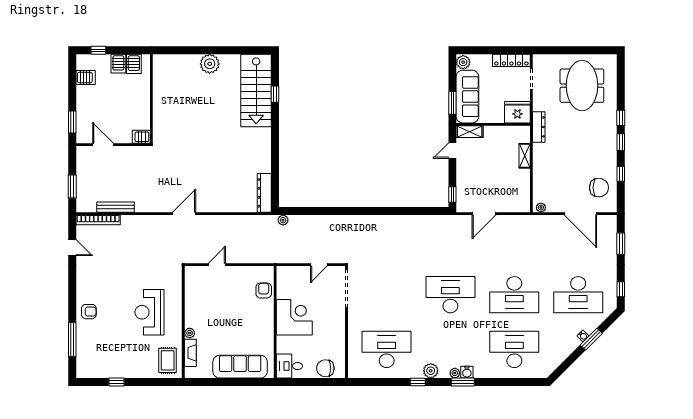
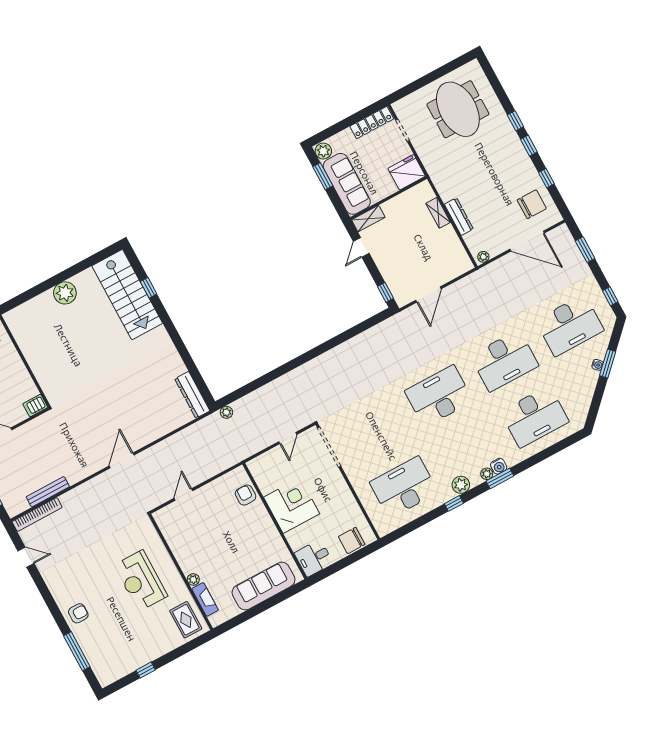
window: (452, 103) -> (323, 176), moved
dresser: (539, 127) -> (459, 217), moved
desk: (514, 349) -> (535, 417), turned 180

